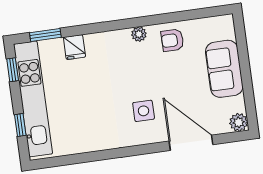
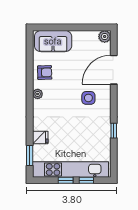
armchair: (172, 40) -> (45, 72), turned -92
sofa: (224, 69) -> (53, 41), moved
window: (13, 70) -> (66, 180), moved
window: (100, 155) -> (114, 131), added

